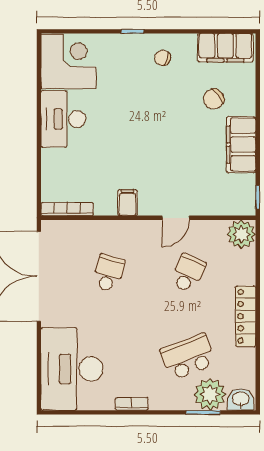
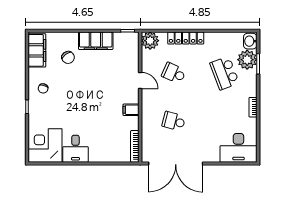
desk: (63, 119) -> (75, 149), width x0.73
locker: (246, 316) -> (186, 38), moved
desk: (72, 369) -> (238, 148), width x0.73, depth x0.77

